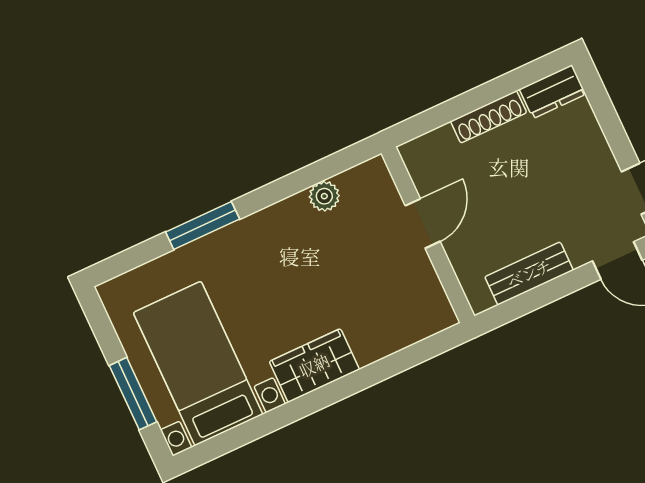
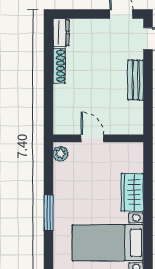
door: (423, 223) -> (92, 138), moved
wall: (428, 235) -> (98, 138), moved

